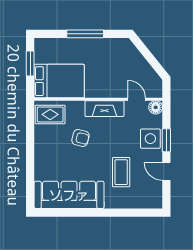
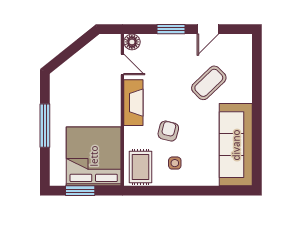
bed: (59, 81) -> (94, 156), width x1.36
door: (137, 99) -> (122, 64), swing flipped
side table: (150, 139) -> (175, 163), moved, width x0.54, depth x0.54
coffee table: (121, 172) -> (209, 83), turned -44

